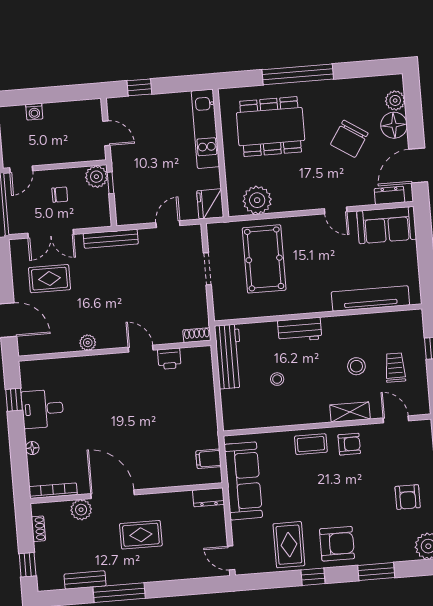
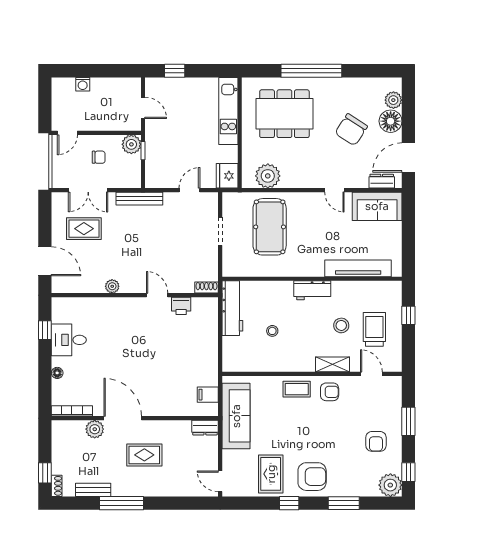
workbench: (300, 330) -> (312, 290), moved
trolley: (395, 368) -> (374, 329), width x1.36, depth x1.39
shoe rack: (38, 529) -> (57, 486), moved

